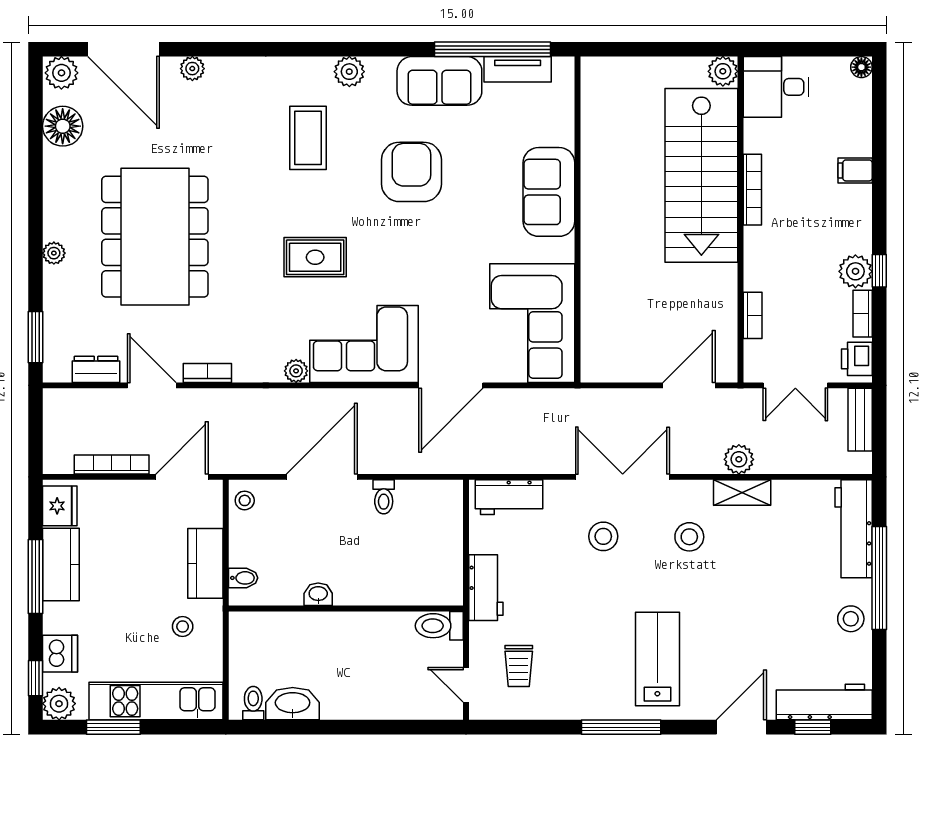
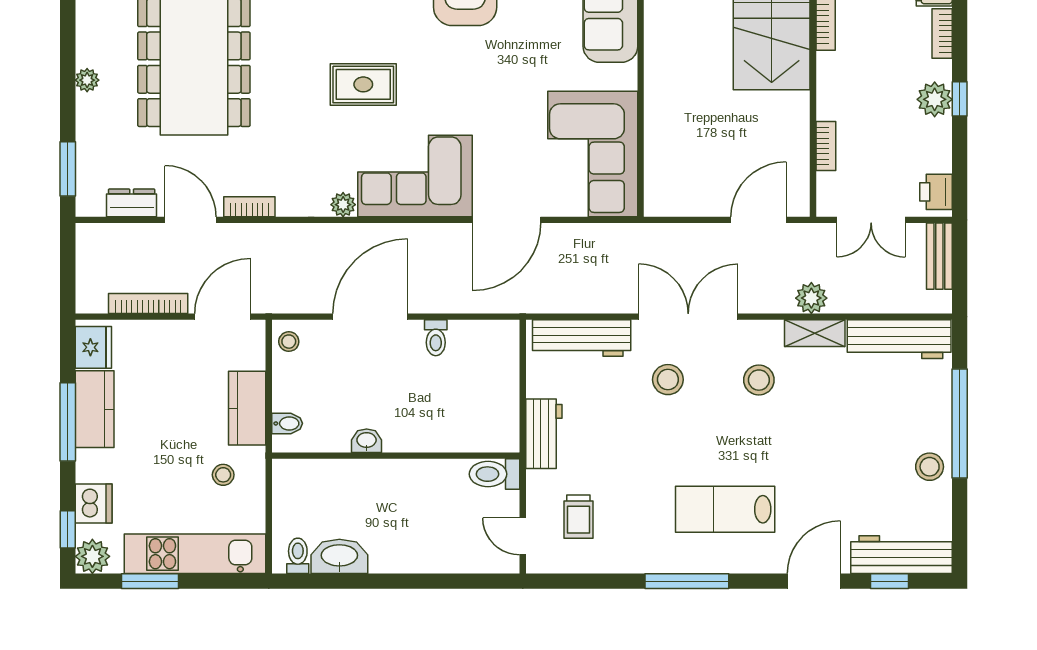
bookcase: (863, 314) -> (942, 33), moved
workbench: (509, 497) -> (582, 338), width x1.38
workbench: (854, 529) -> (899, 339), moved, turned -90
lab bench: (657, 659) -> (725, 509), turned -90

